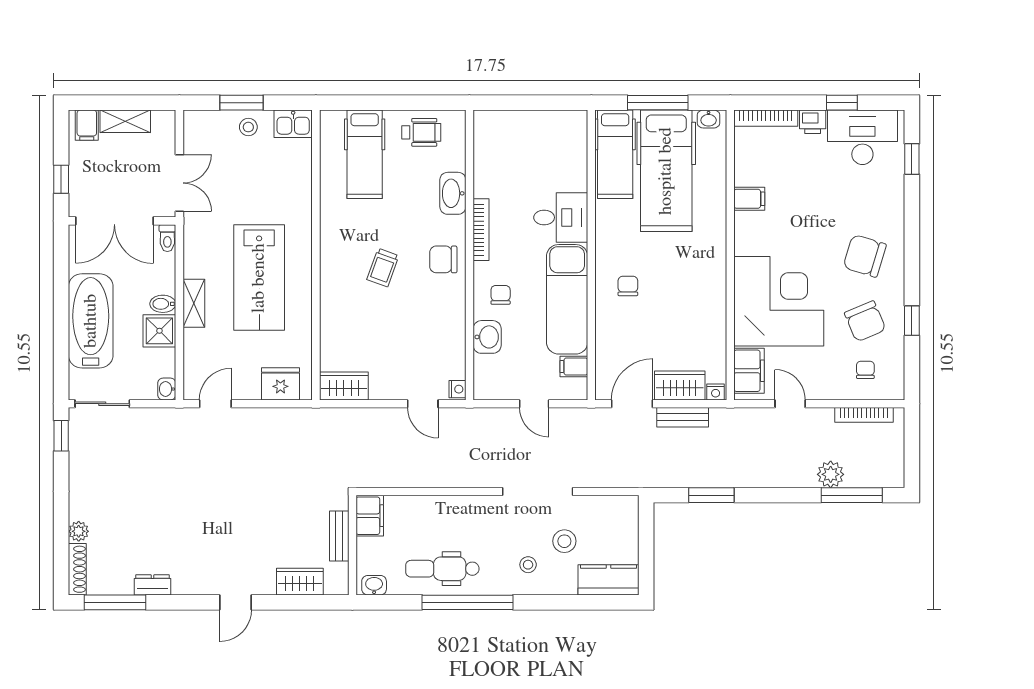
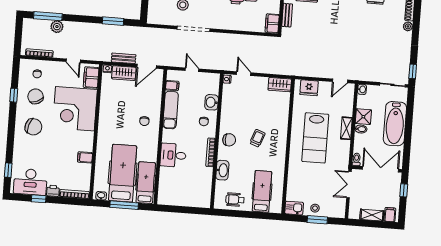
lab bench: (259, 278) -> (315, 138), turned 180
exam couch: (567, 299) -> (171, 110), width x0.73, depth x0.69

